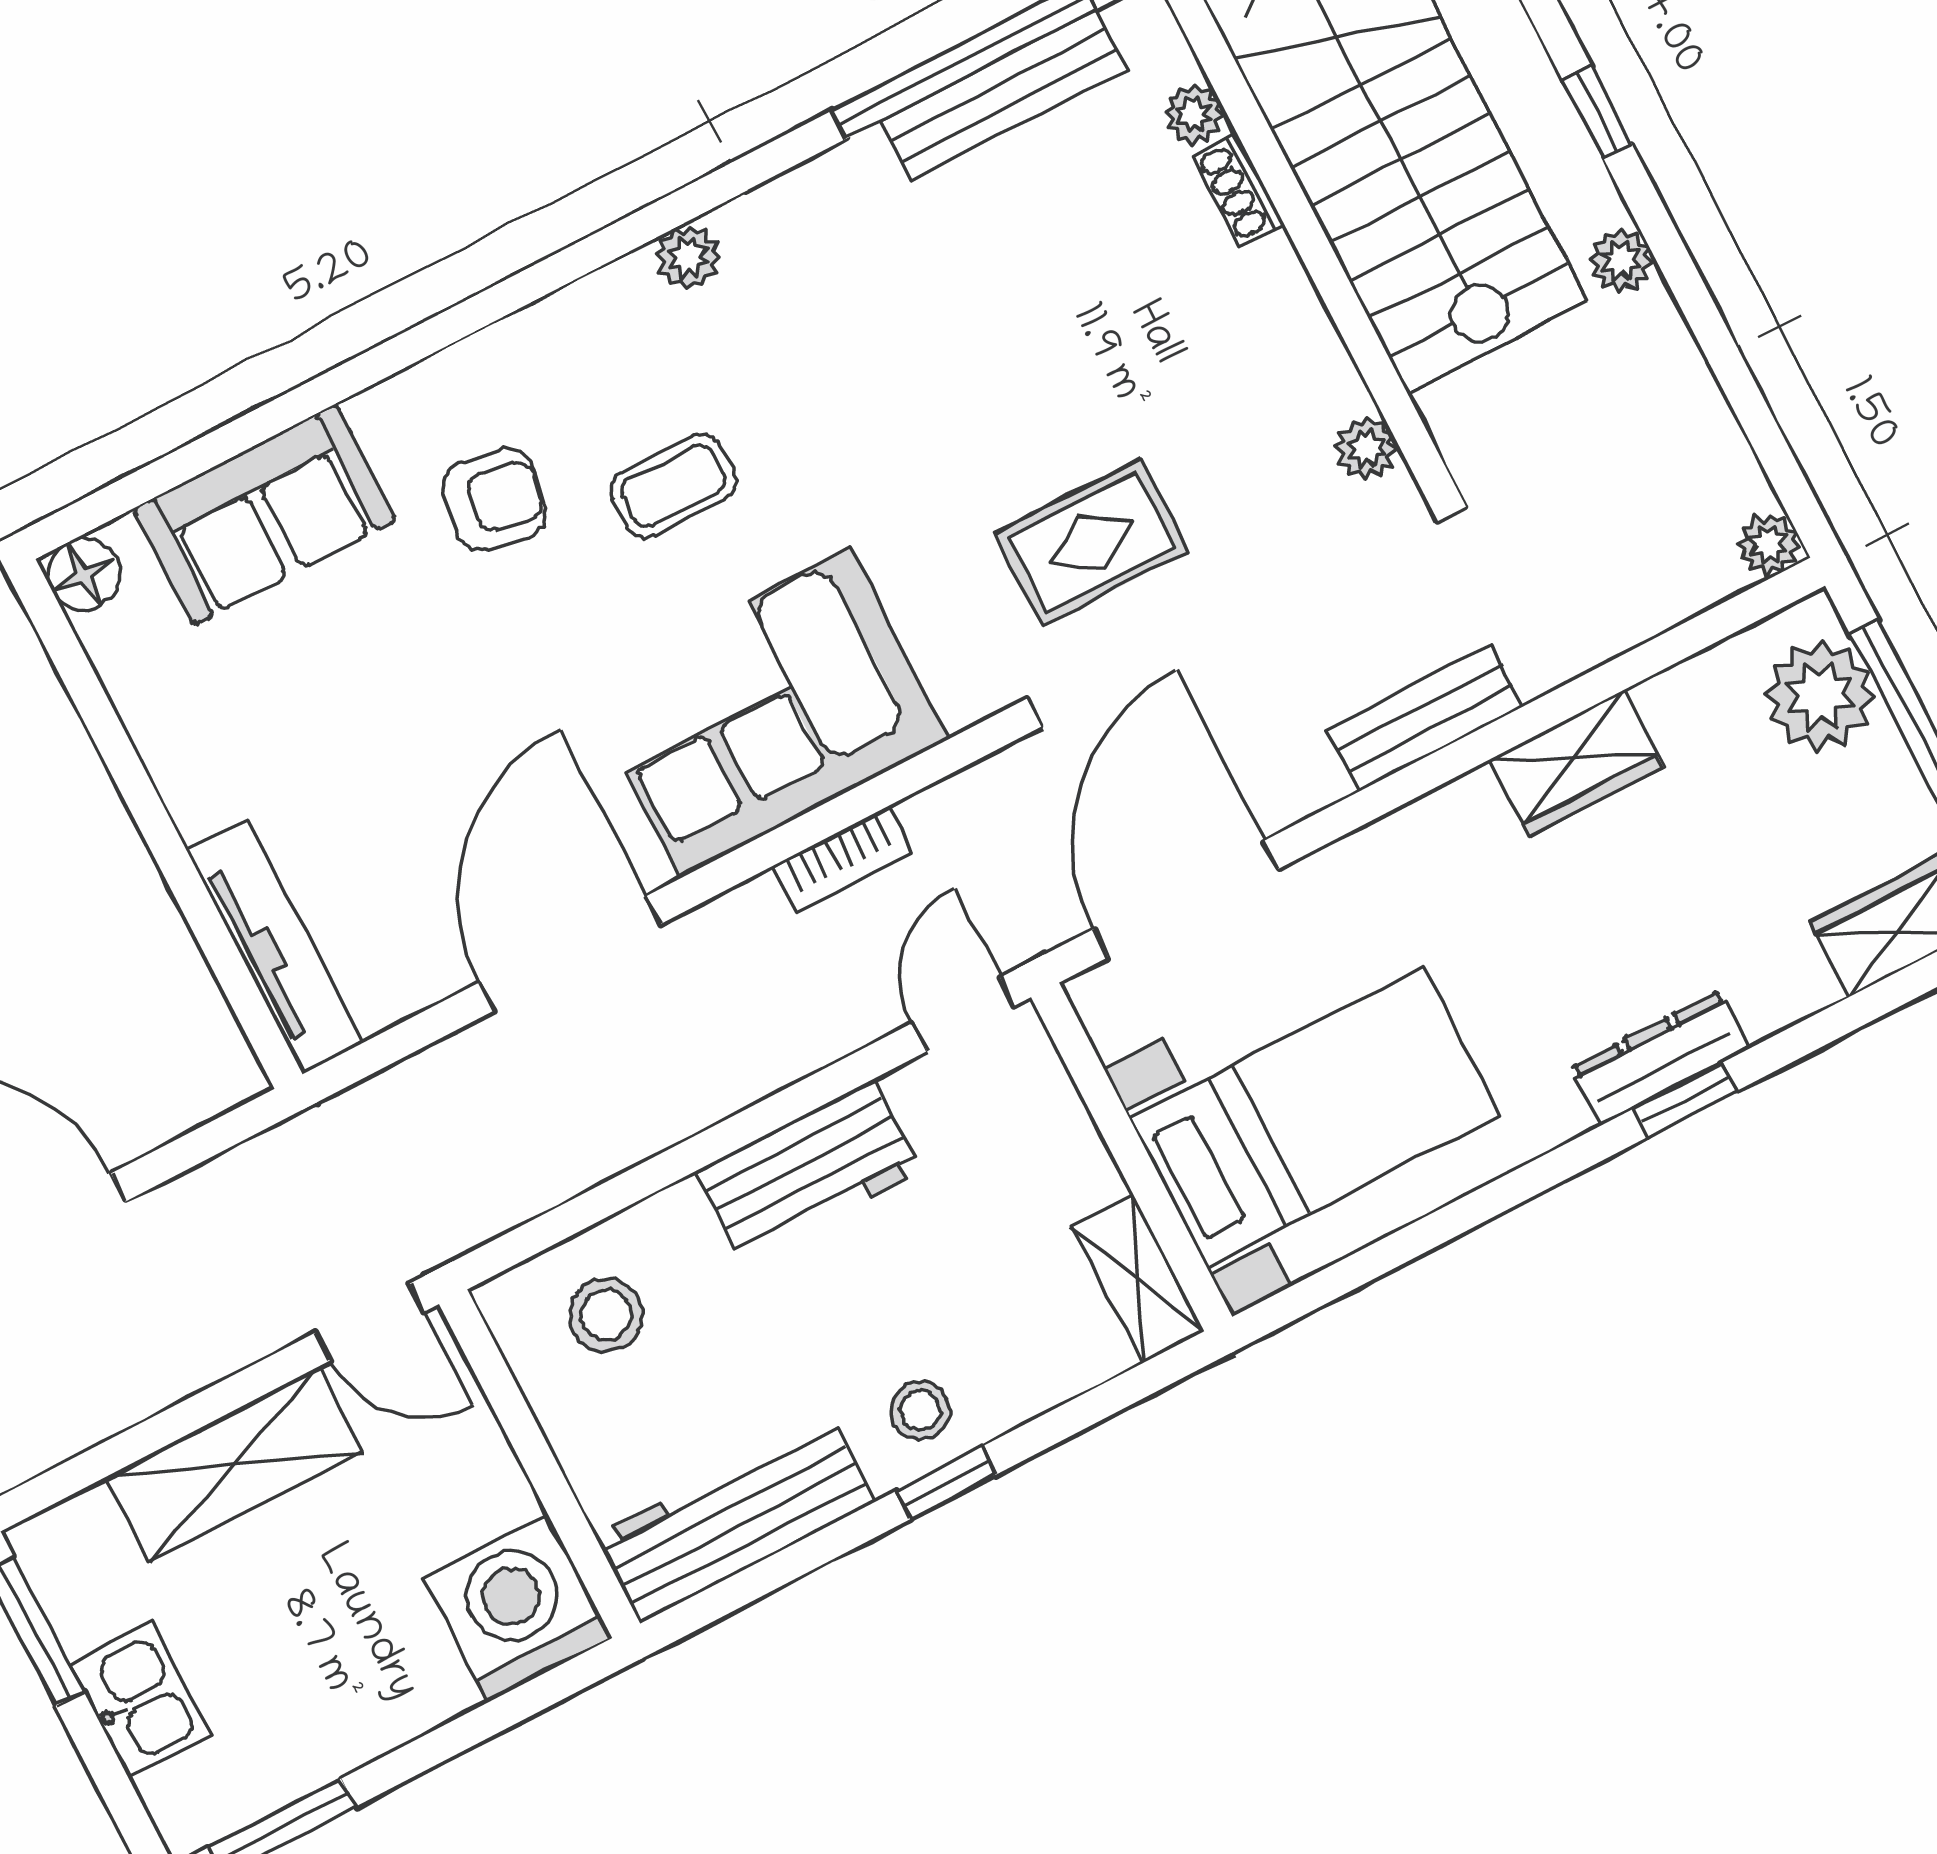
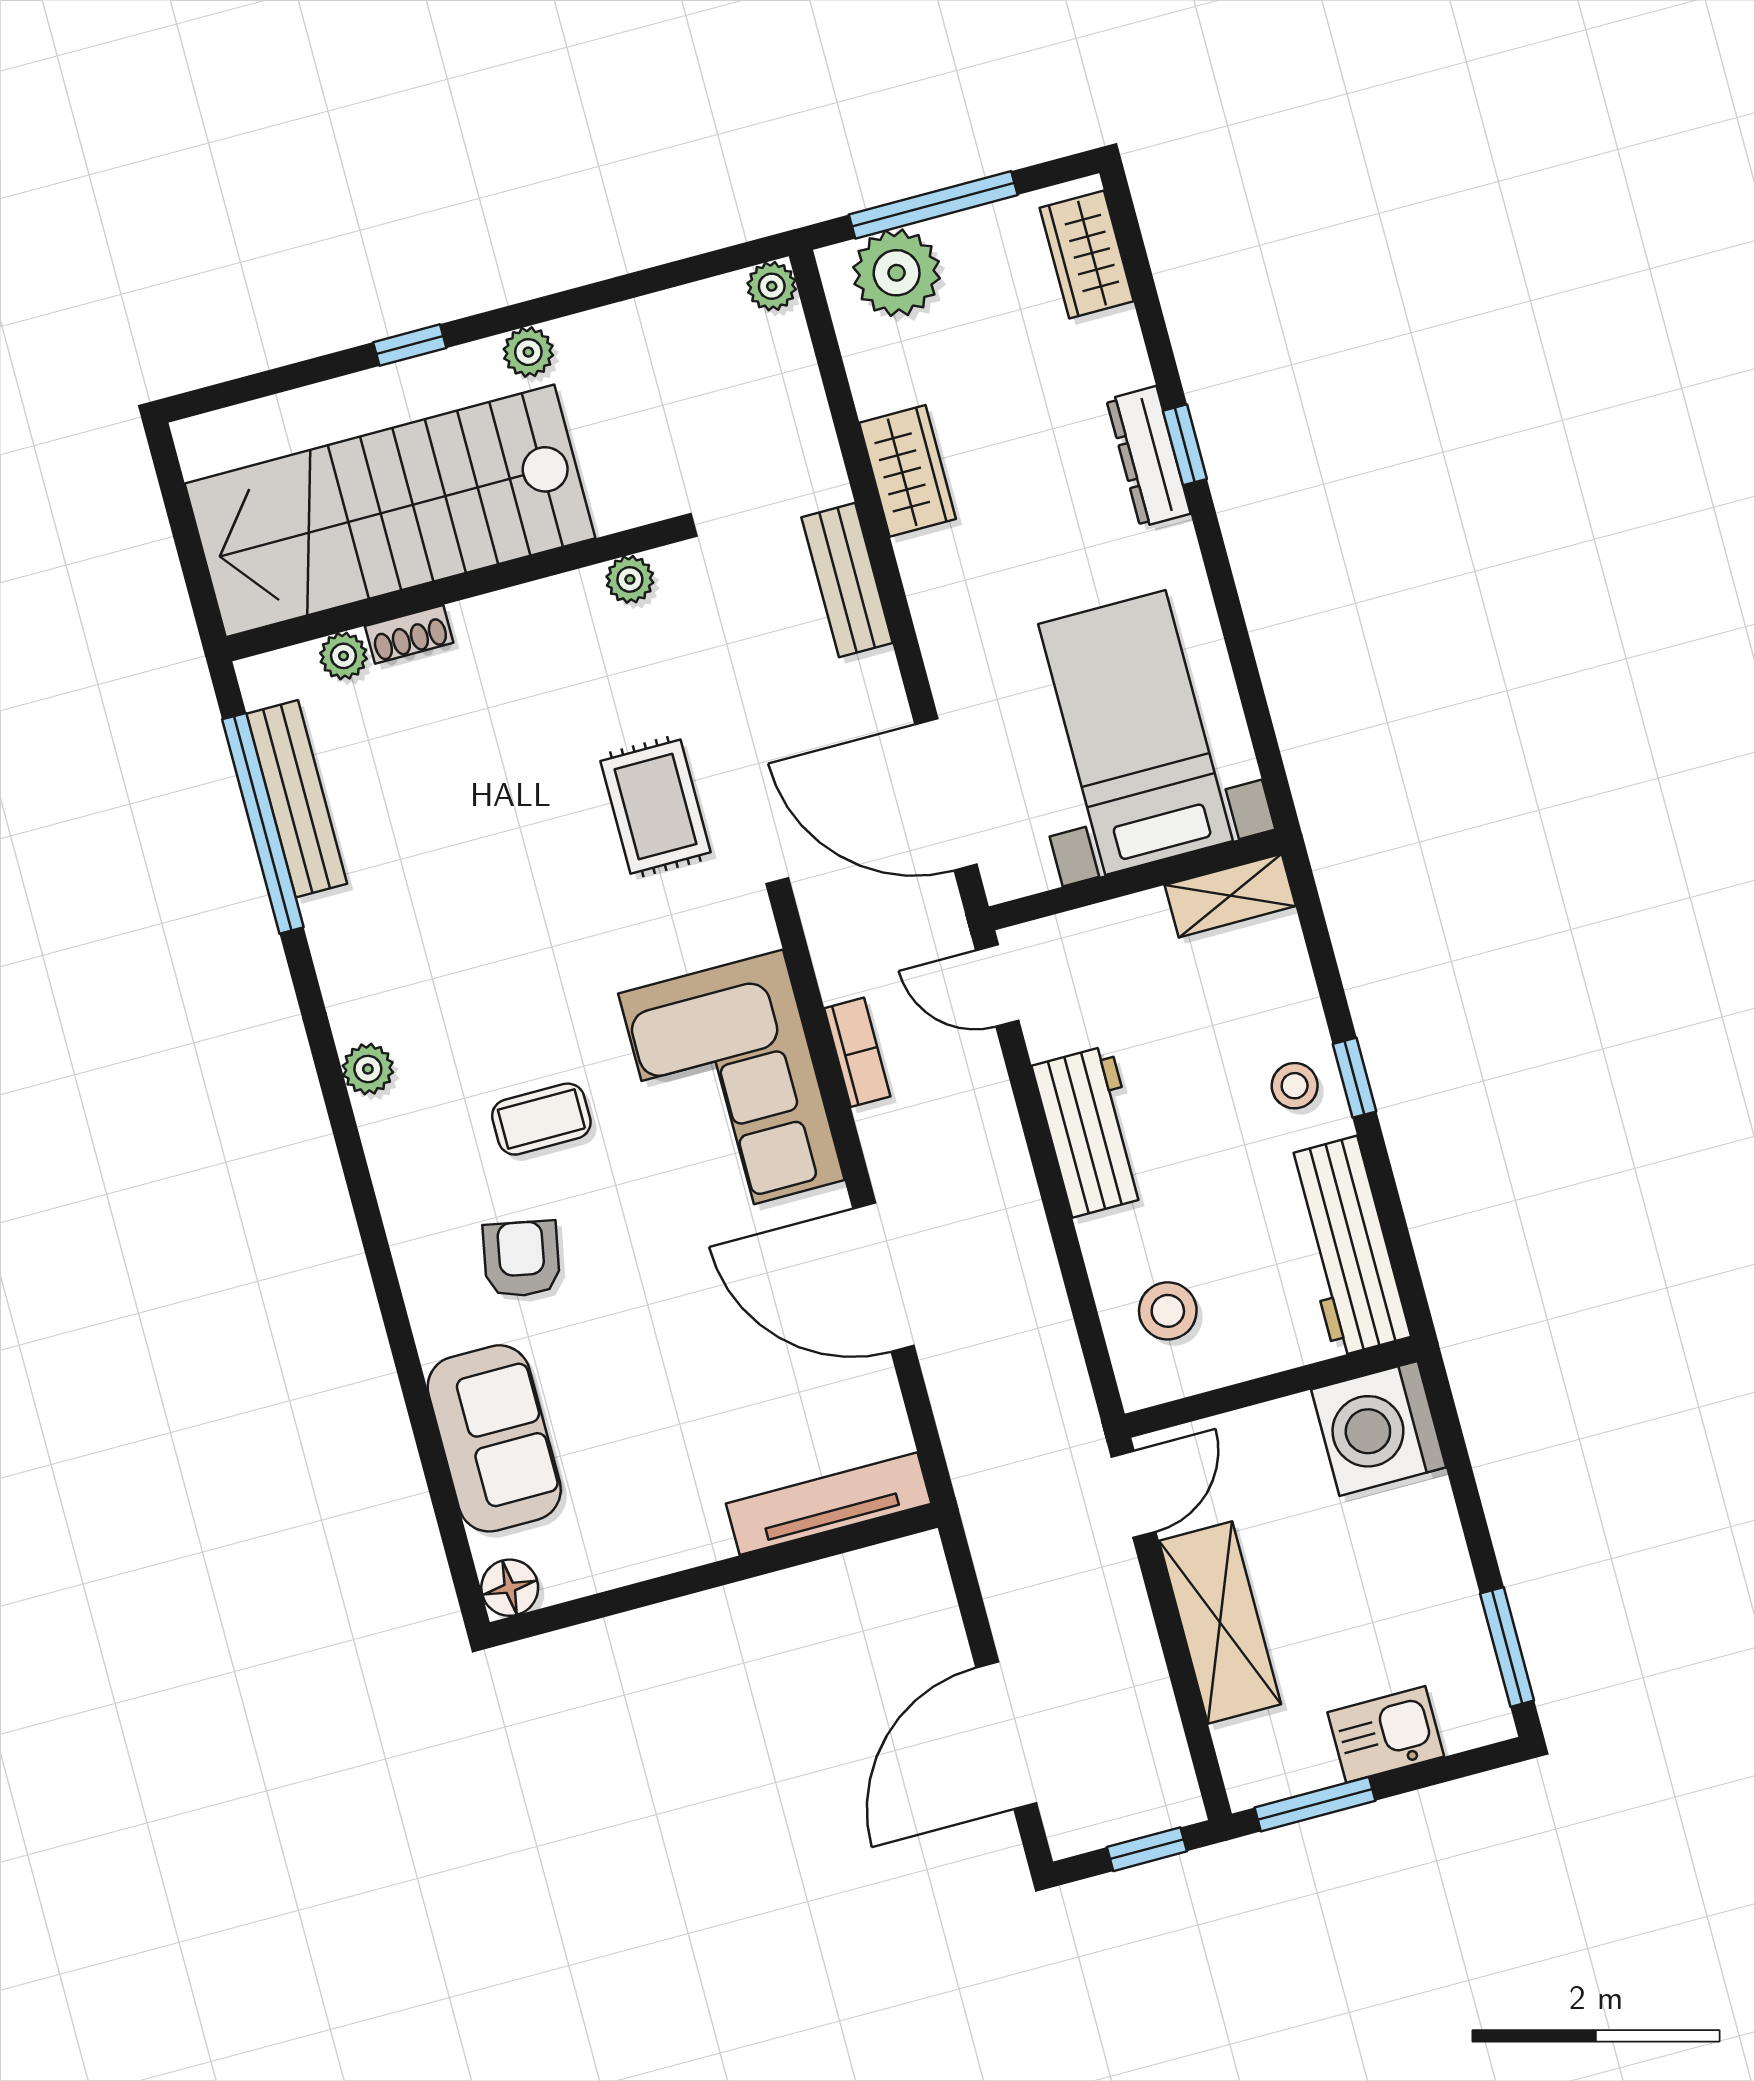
coffee table: (673, 486) -> (541, 1119), turned 90

